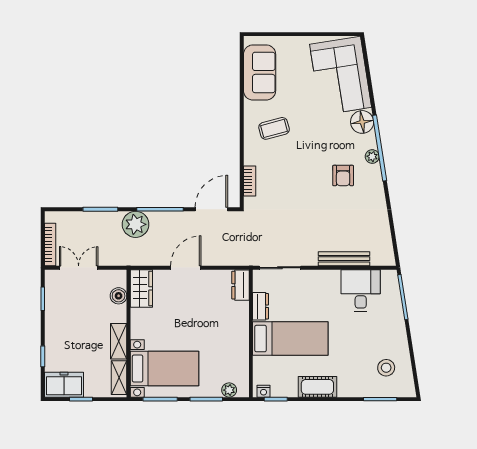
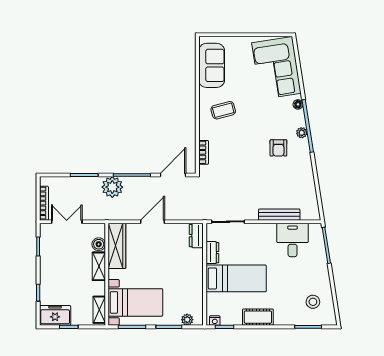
floor lamp: (362, 122) -> (298, 104), width x0.53, depth x0.53
wardrobe: (141, 288) -> (117, 246), width x1.50
shelving: (119, 341) -> (99, 266), moved

